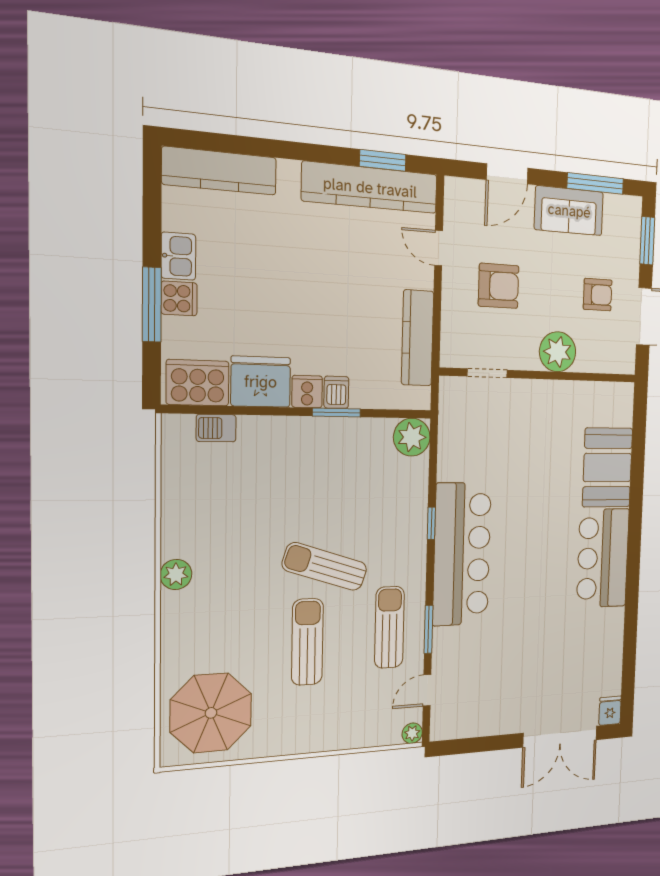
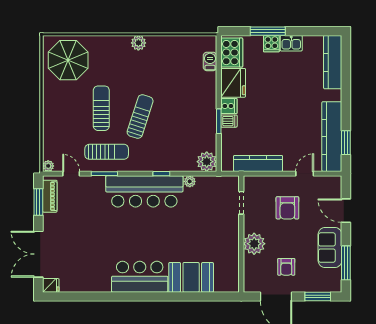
plant: (447, 470) -> (190, 181), added
sun lounger: (307, 642) -> (101, 108), turned -90
piano: (465, 726) -> (50, 196), added
window: (475, 745) -> (38, 202), added

